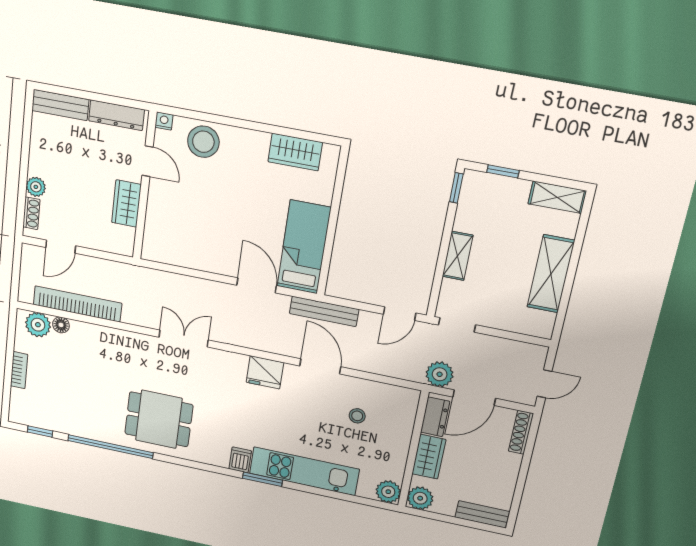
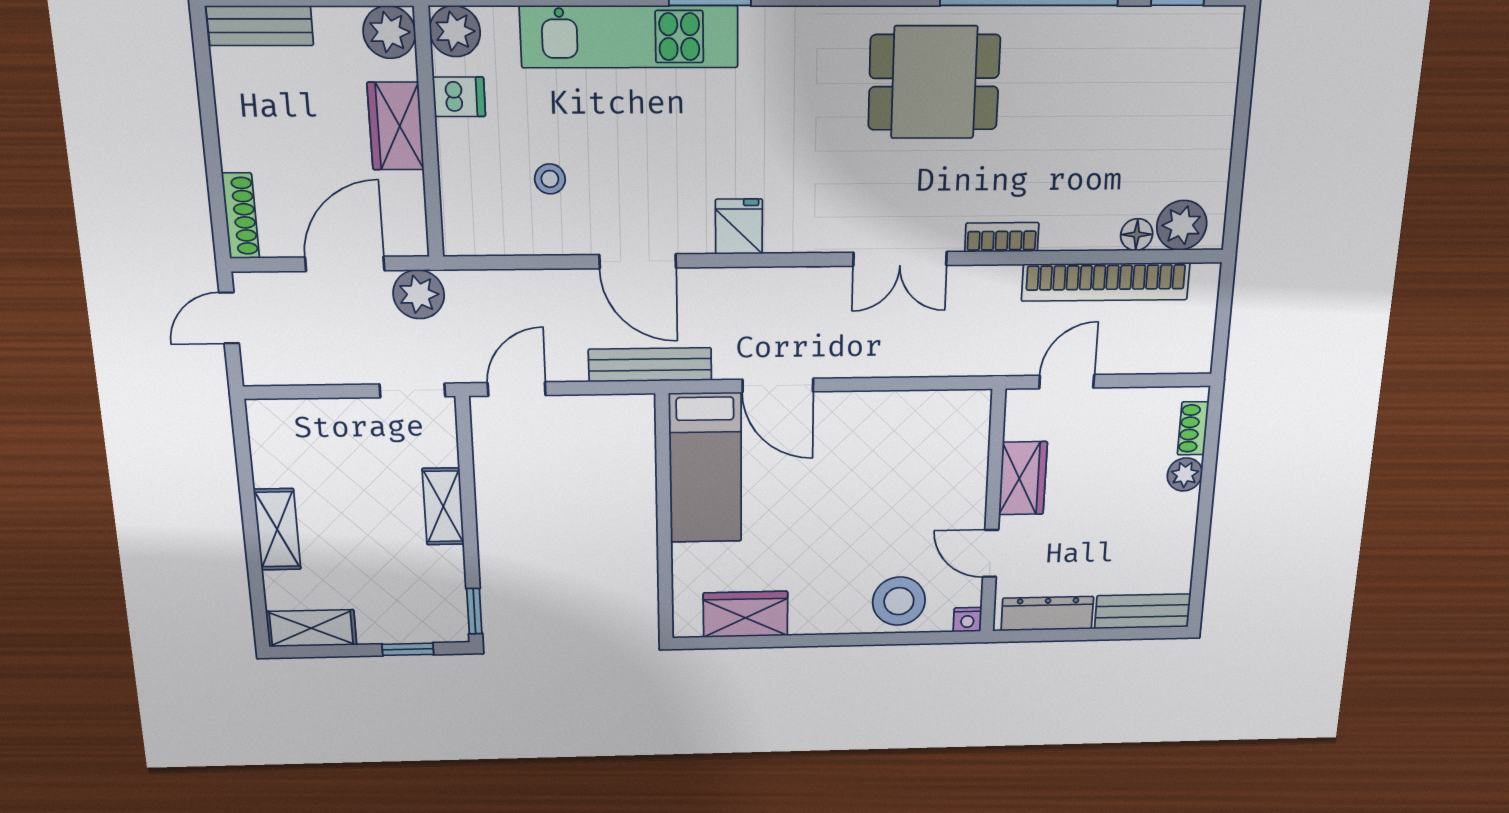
door: (61, 247) -> (1067, 382), moved
shelving: (551, 274) -> (277, 529), width x0.67, depth x0.75
bookcase: (19, 370) -> (1002, 237), moved, turned 90
fridge: (265, 372) -> (739, 227), width x0.72
dresser: (435, 417) -> (405, 210), removed
dishwasher: (240, 460) -> (459, 97), moved, turned -90

